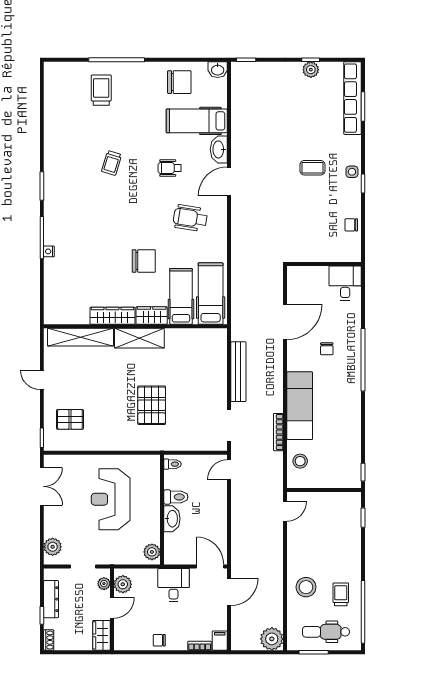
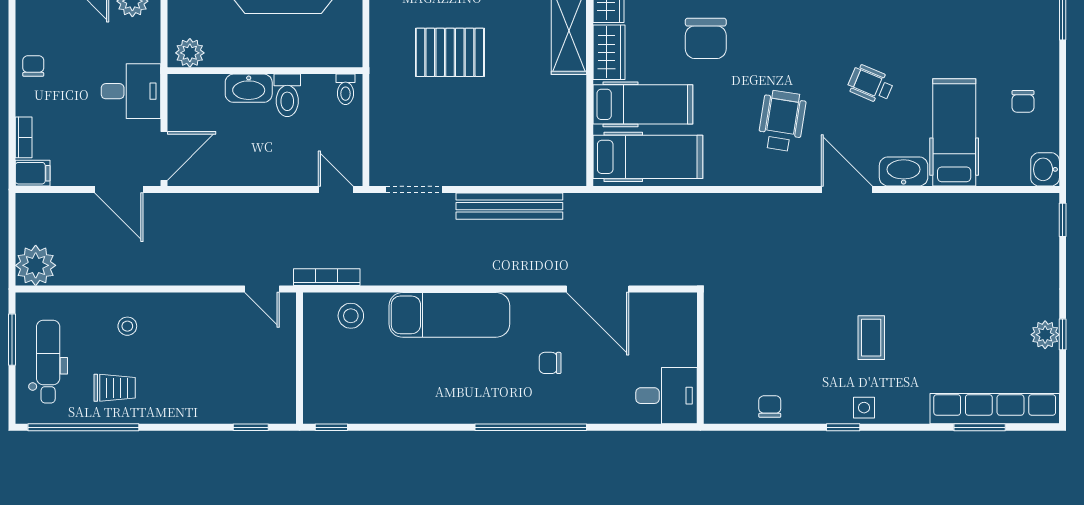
chair: (179, 82) -> (1023, 101), width x0.54, depth x0.54
wheelchair: (170, 168) -> (871, 84), turned -67
bookcase: (278, 432) -> (327, 277), moved
stool: (306, 587) -> (127, 326), width x0.53, depth x0.53

